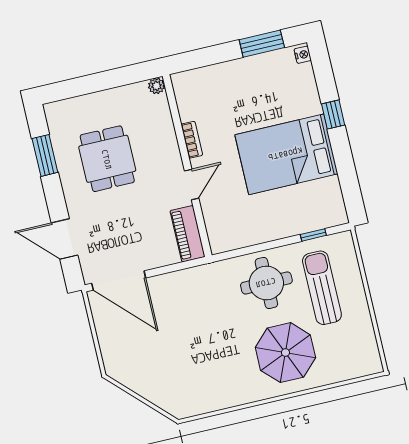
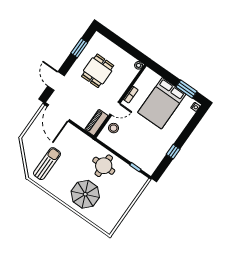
window: (333, 115) -> (173, 152), moved
bed: (286, 154) -> (162, 103), moved, turned -90
stool: (221, 214) -> (114, 128), added
sun lounger: (322, 288) -> (47, 164), moved

